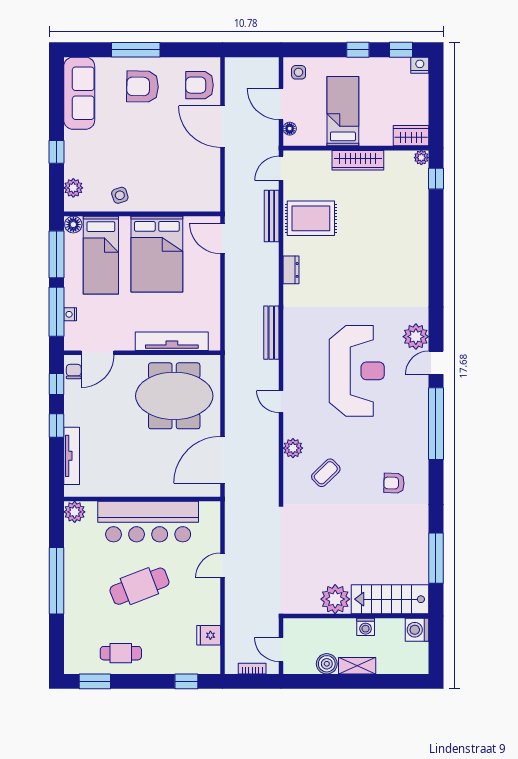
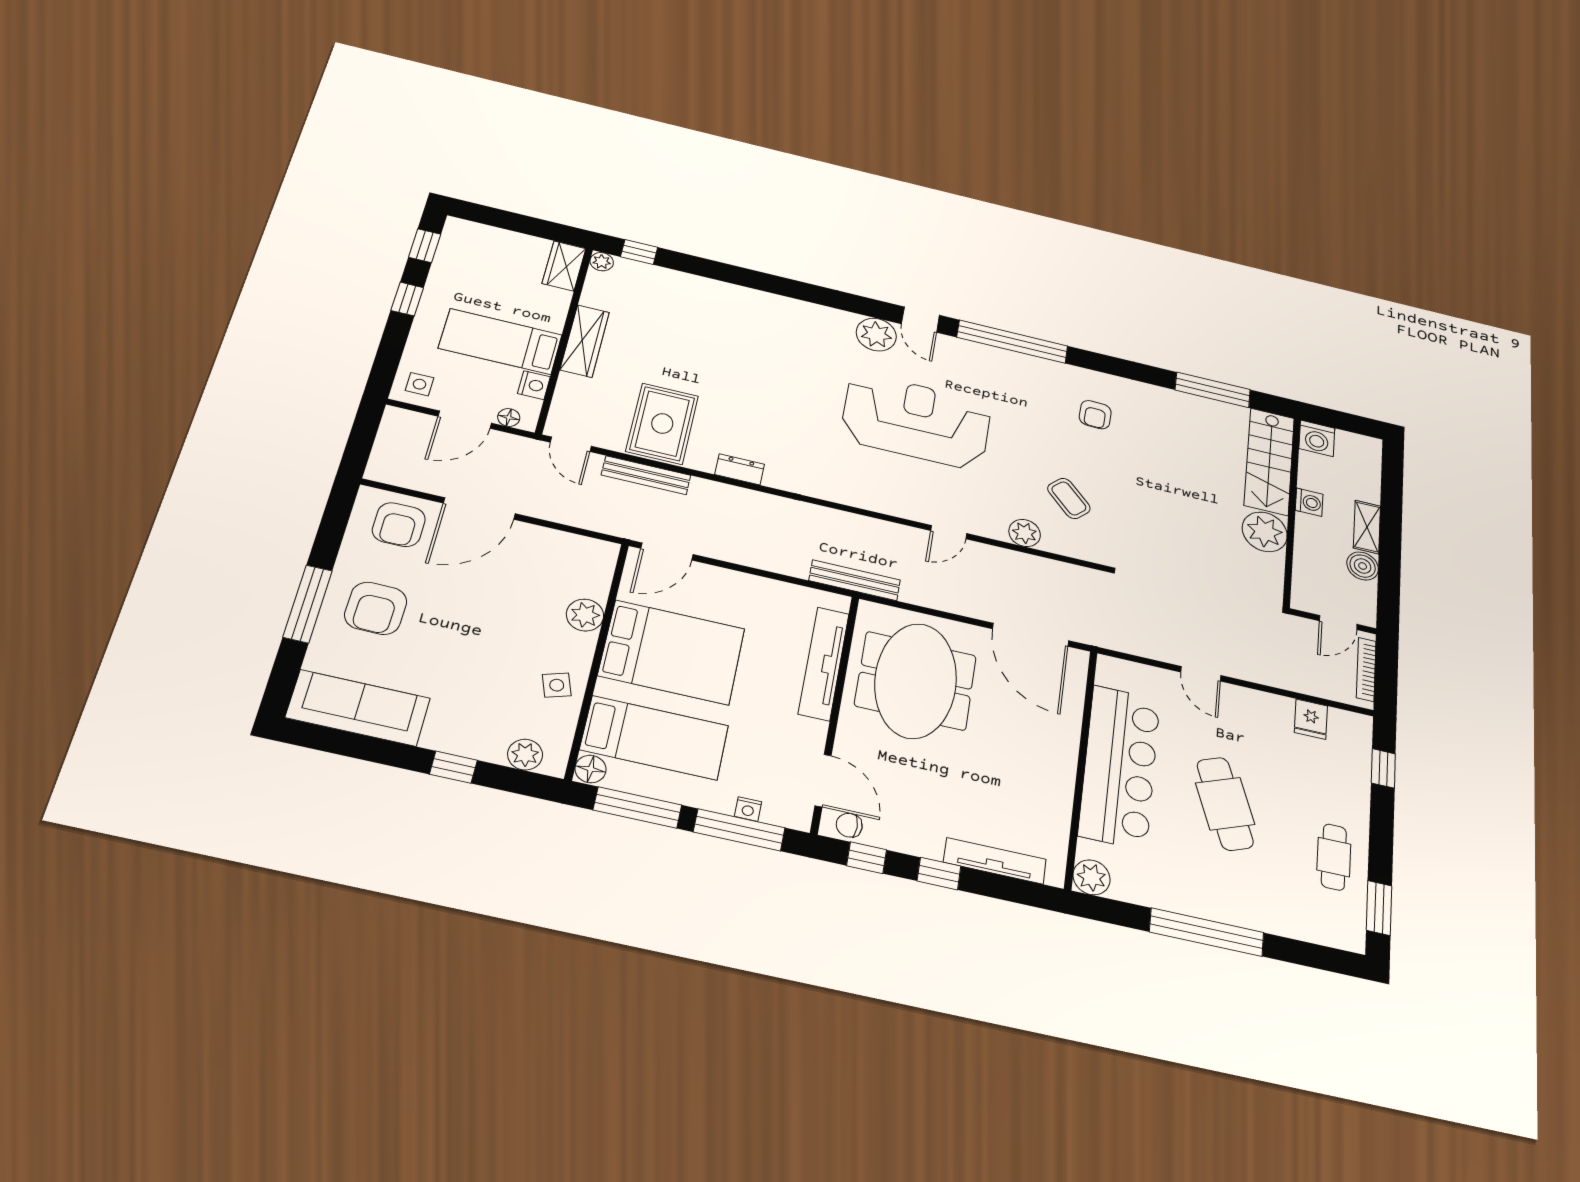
nightstand: (420, 65) -> (534, 385), moved, turned 180
plant: (168, 201) -> (585, 615), added
bench: (271, 333) -> (855, 580), moved
bookcase: (252, 669) -> (1366, 669), width x1.56

